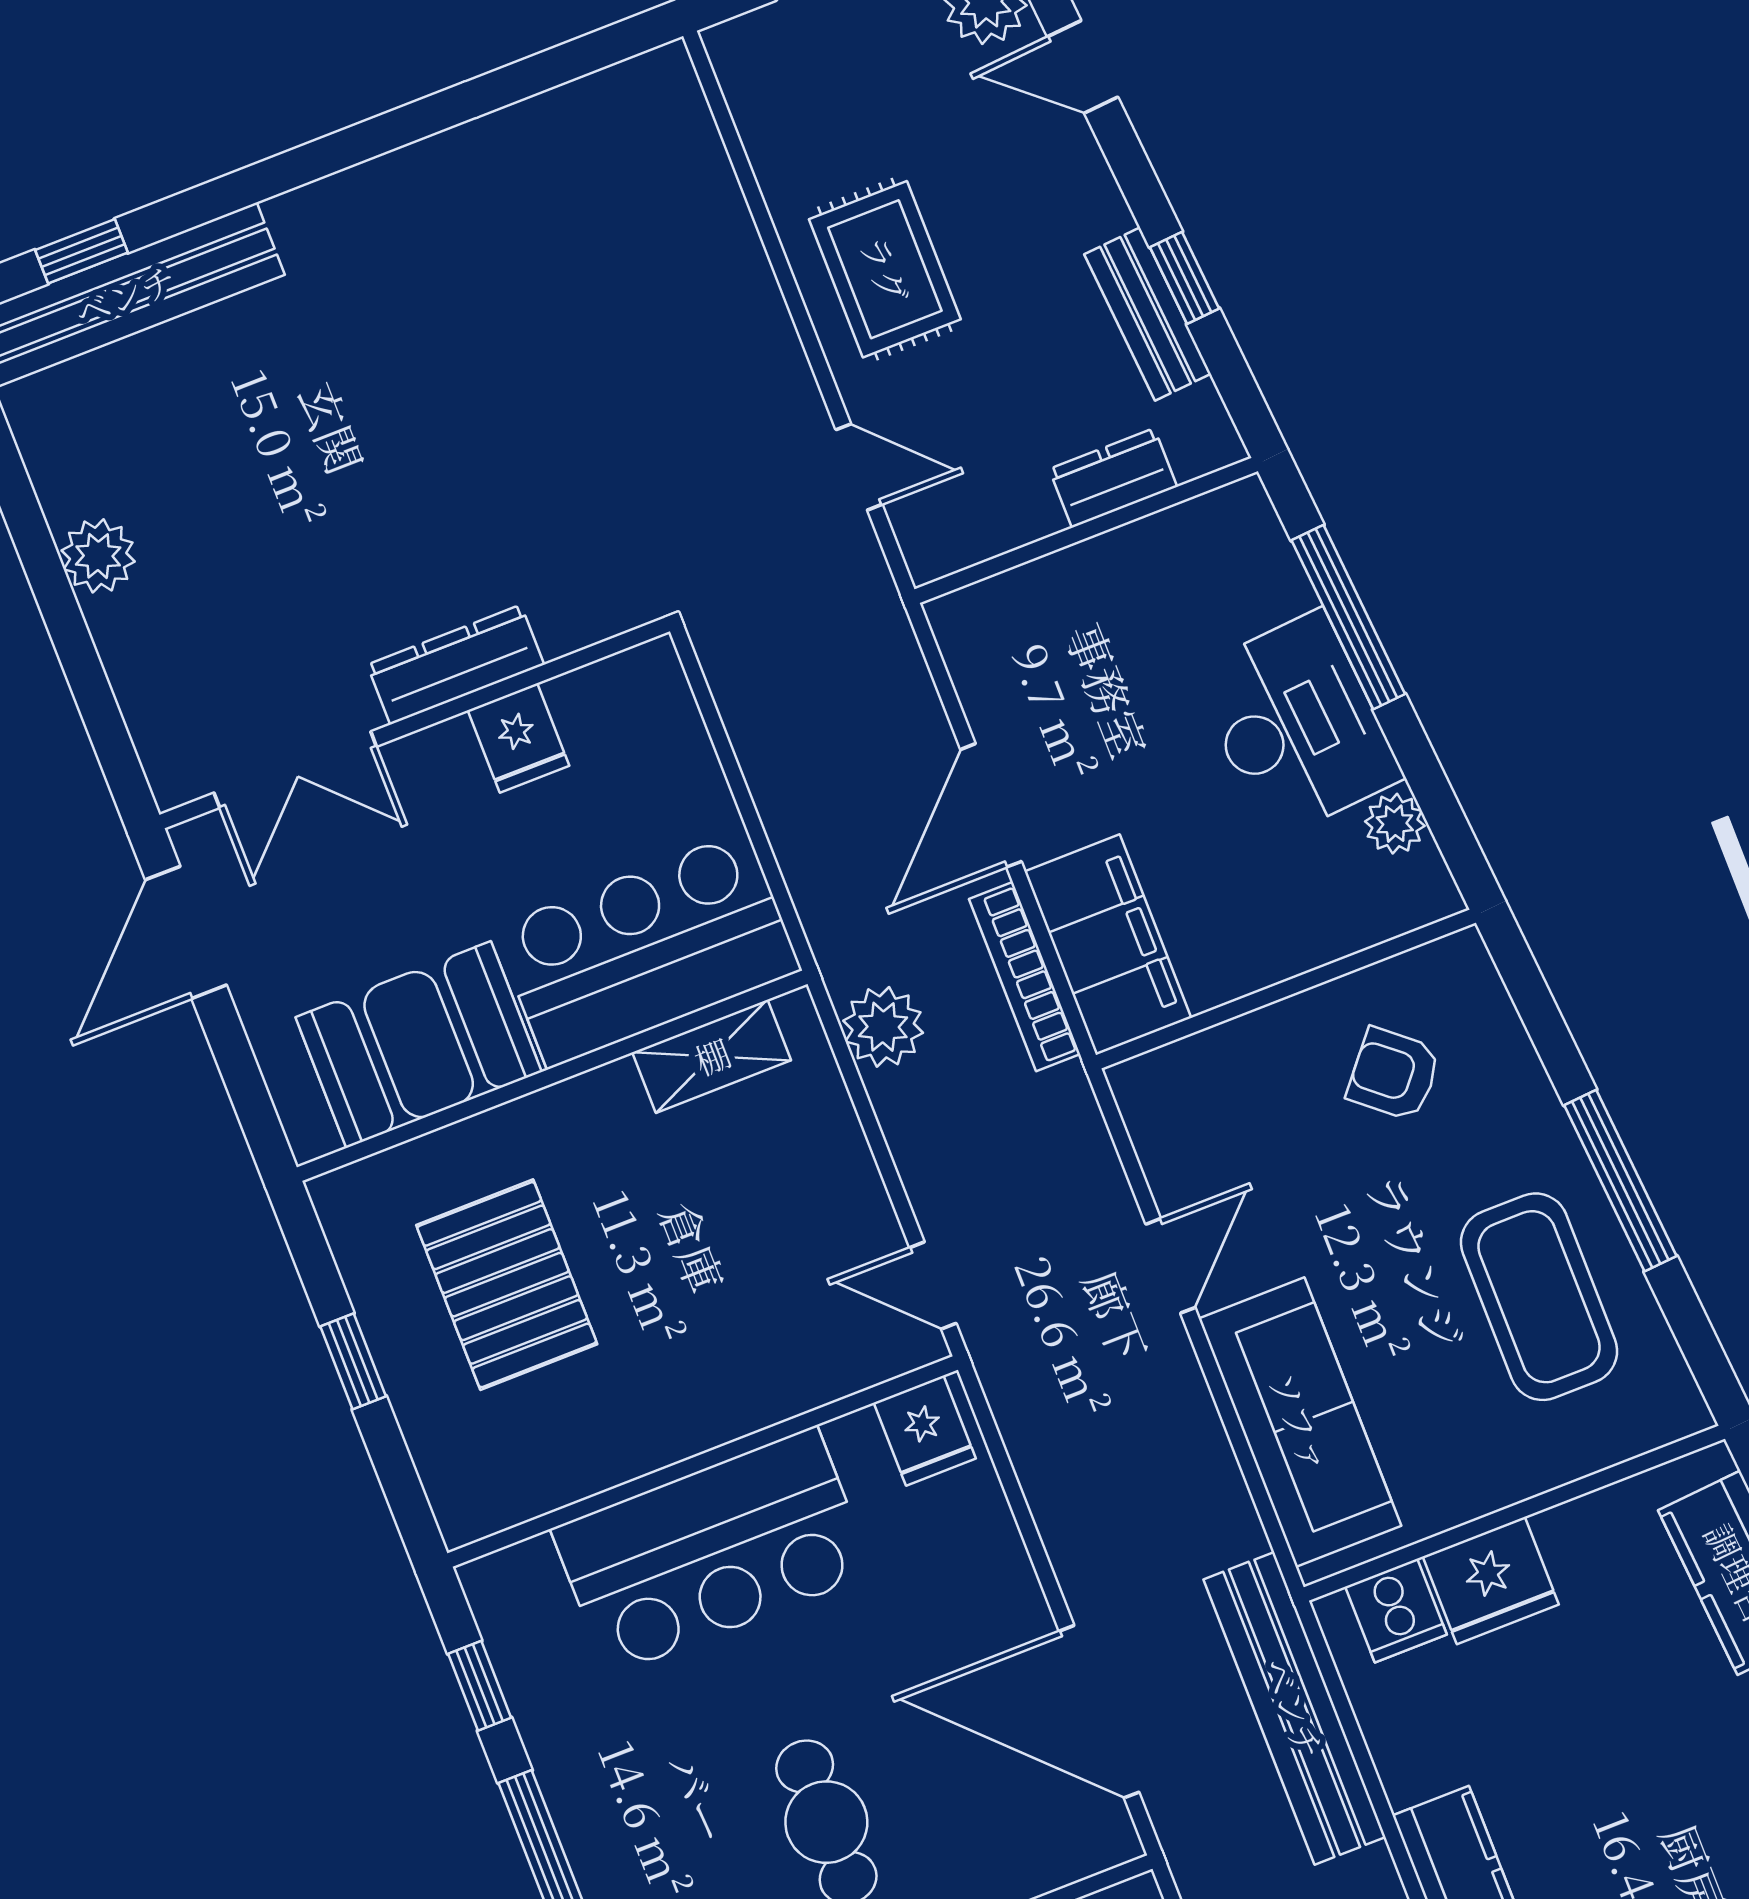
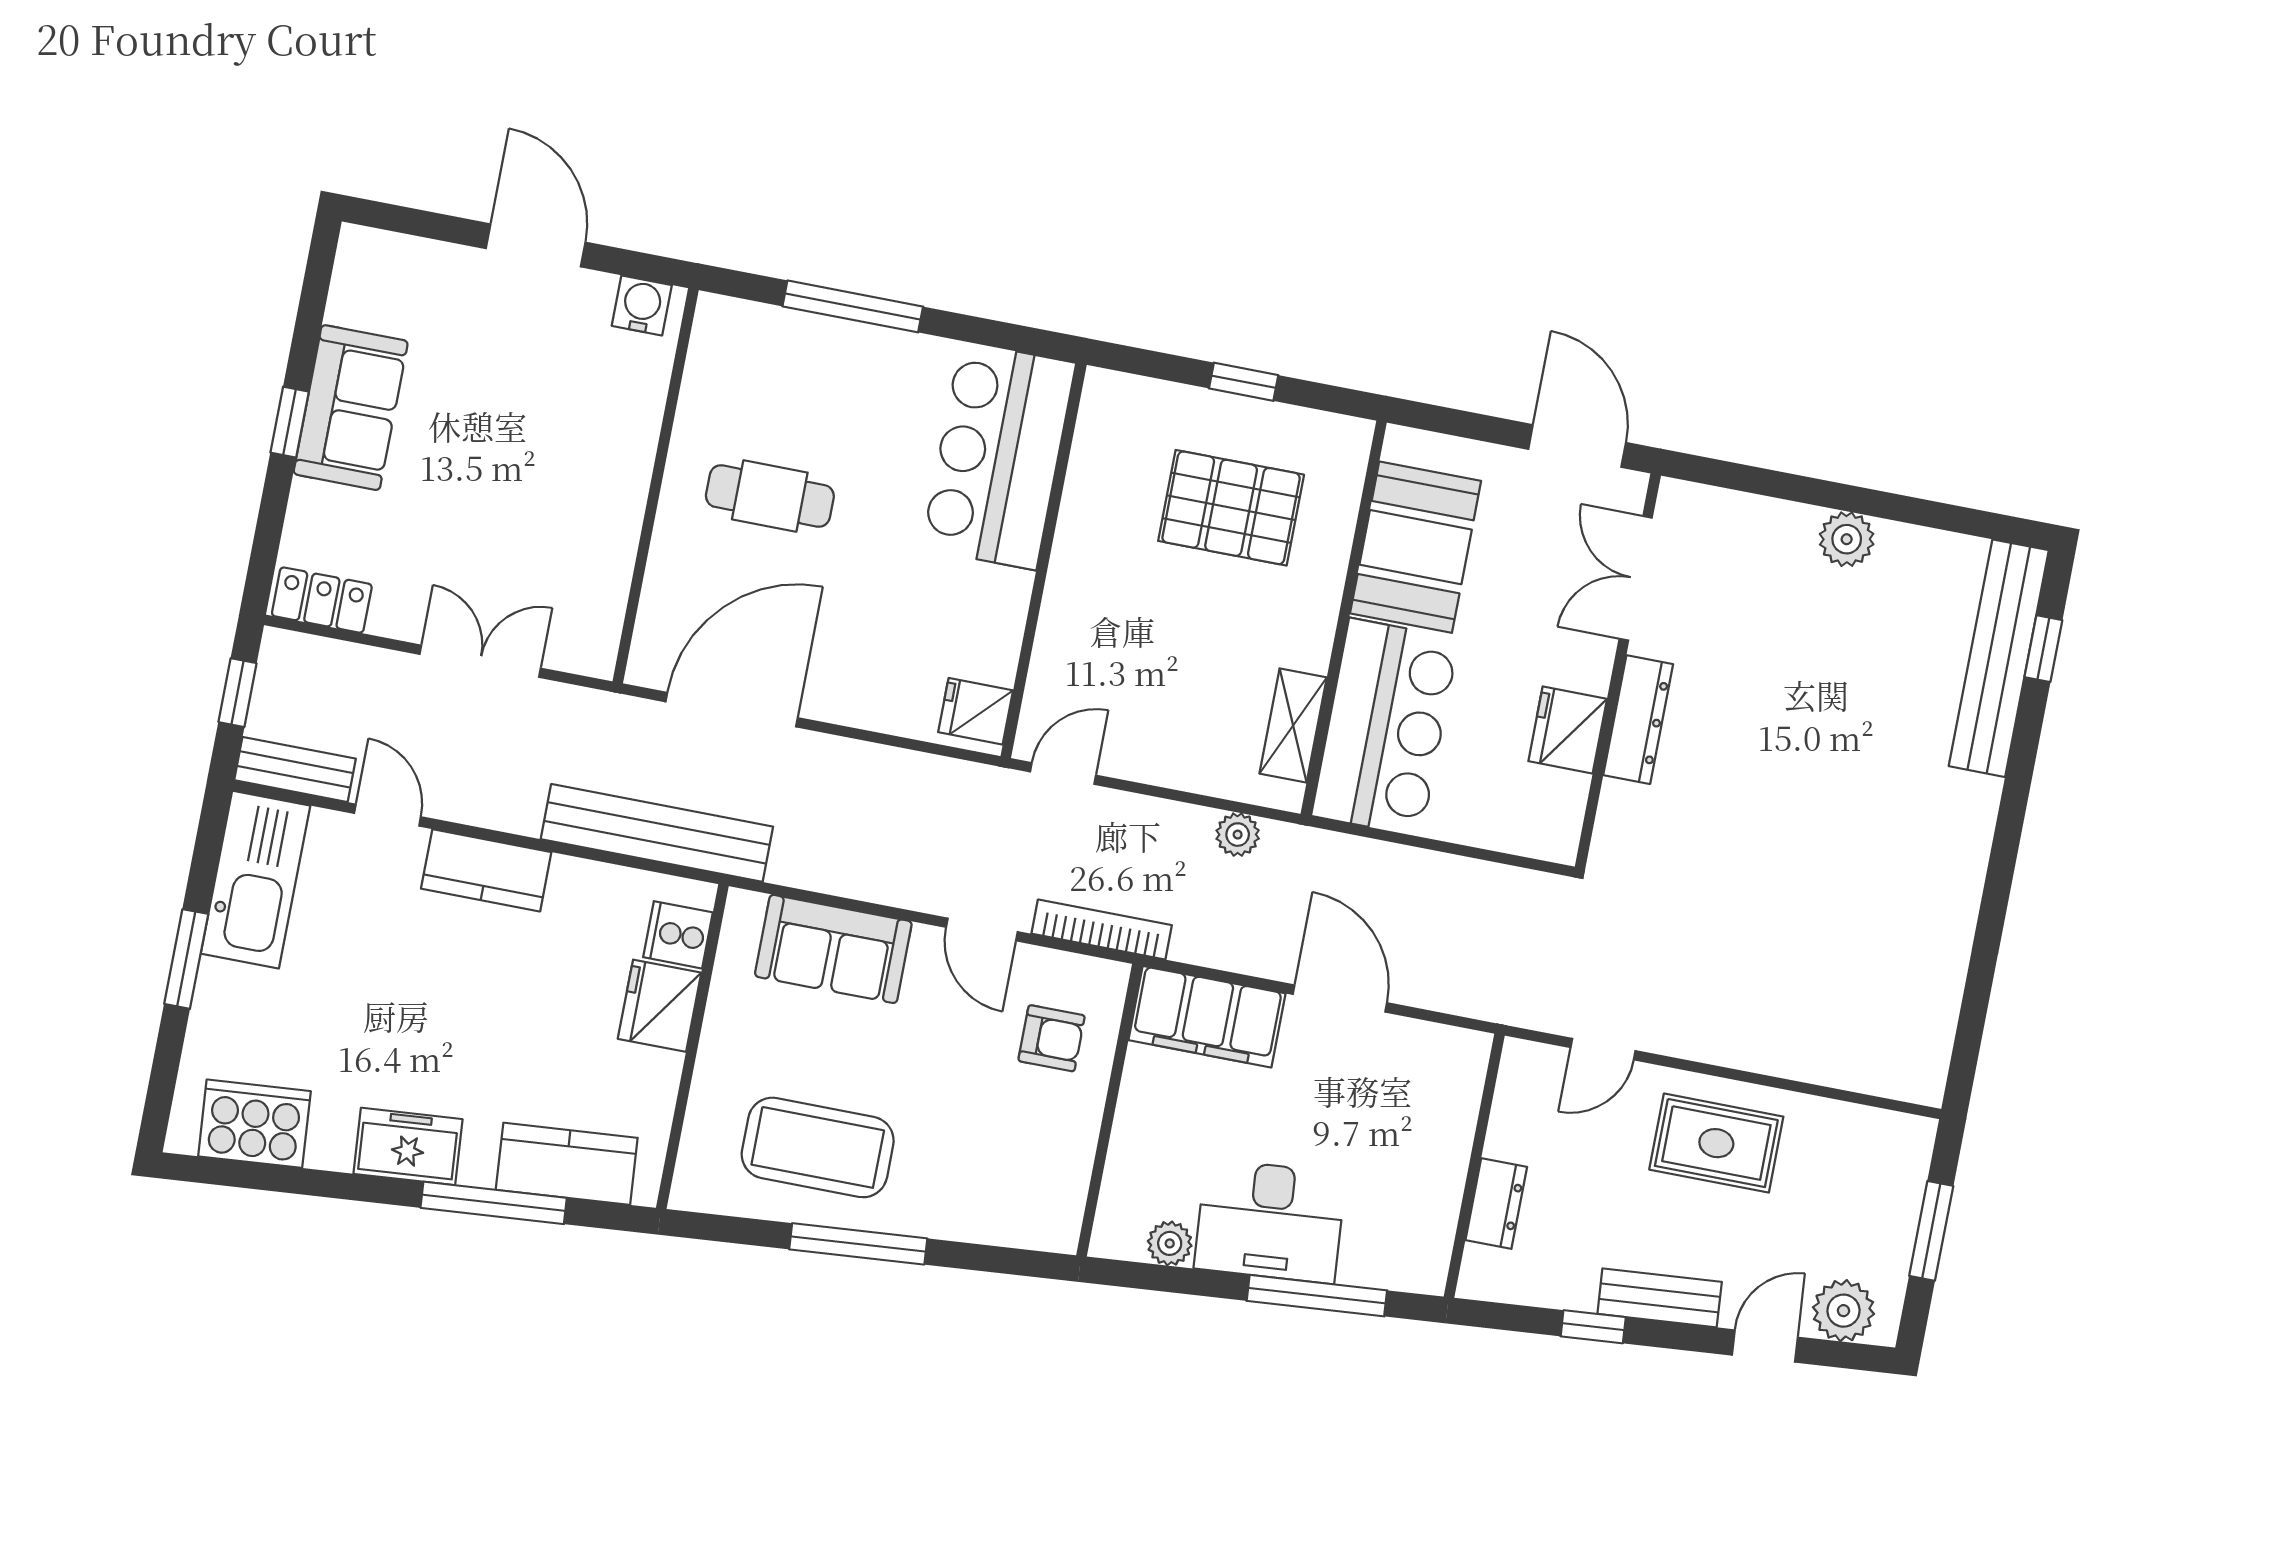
bench: (1148, 314) -> (1660, 1298), moved
fridge: (518, 738) -> (1568, 730), width x1.38
bookcase: (1025, 977) -> (1102, 929), moved
plant: (883, 1027) -> (1238, 835), width x0.73, depth x0.73
armchair: (1394, 1074) -> (1052, 1038), moved, turned 50
sofa: (1300, 1422) -> (833, 949), width x0.73
bar counter: (712, 1551) -> (999, 456), moved
window: (480, 1686) -> (991, 333), removed

